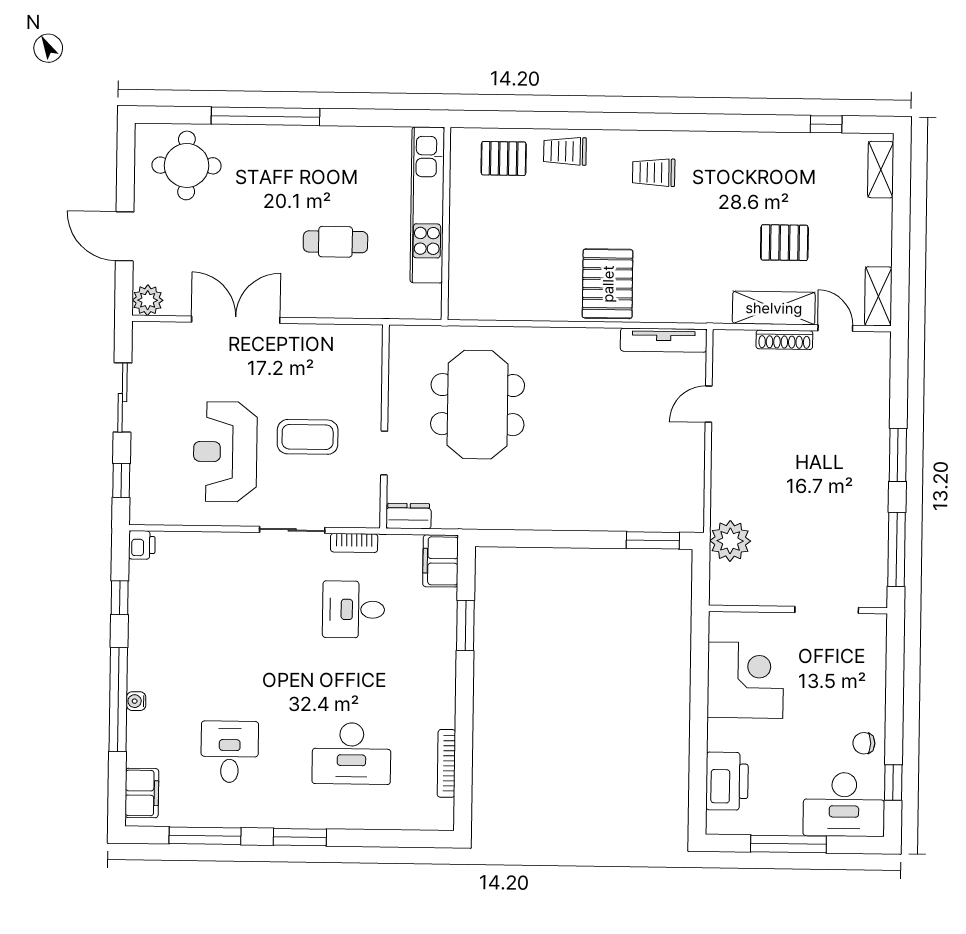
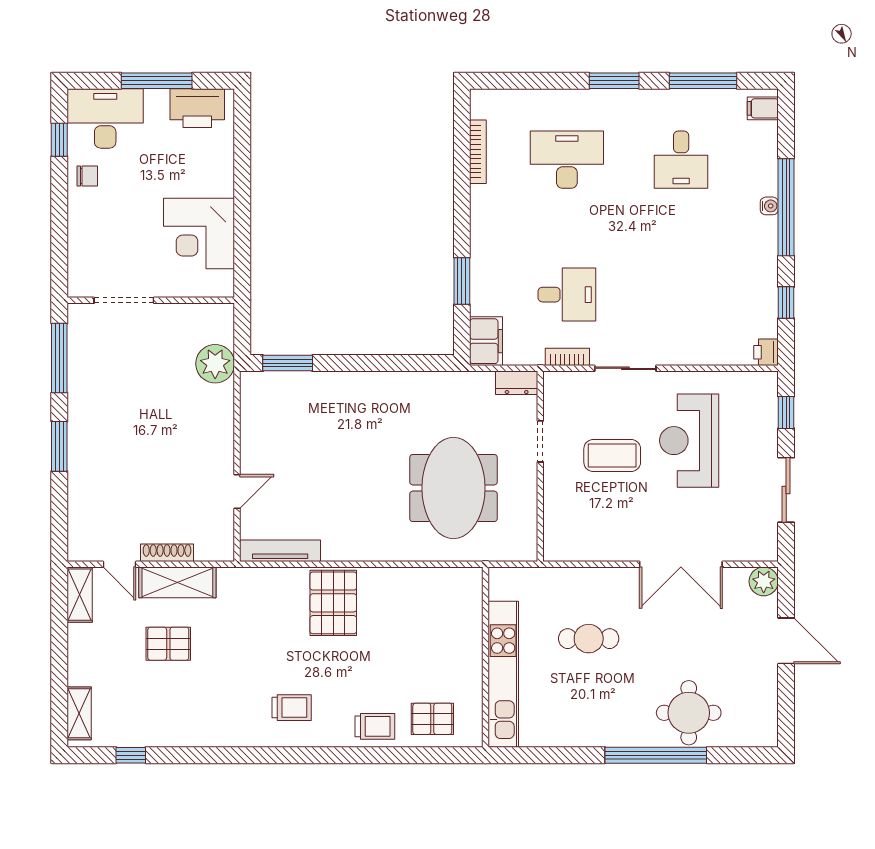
round table: (187, 165) -> (689, 713), moved
reception desk: (225, 452) -> (689, 441), turned 180
printer: (727, 781) -> (197, 108), moved, turned -90
filing cabinet: (142, 793) -> (763, 108), width x0.50

